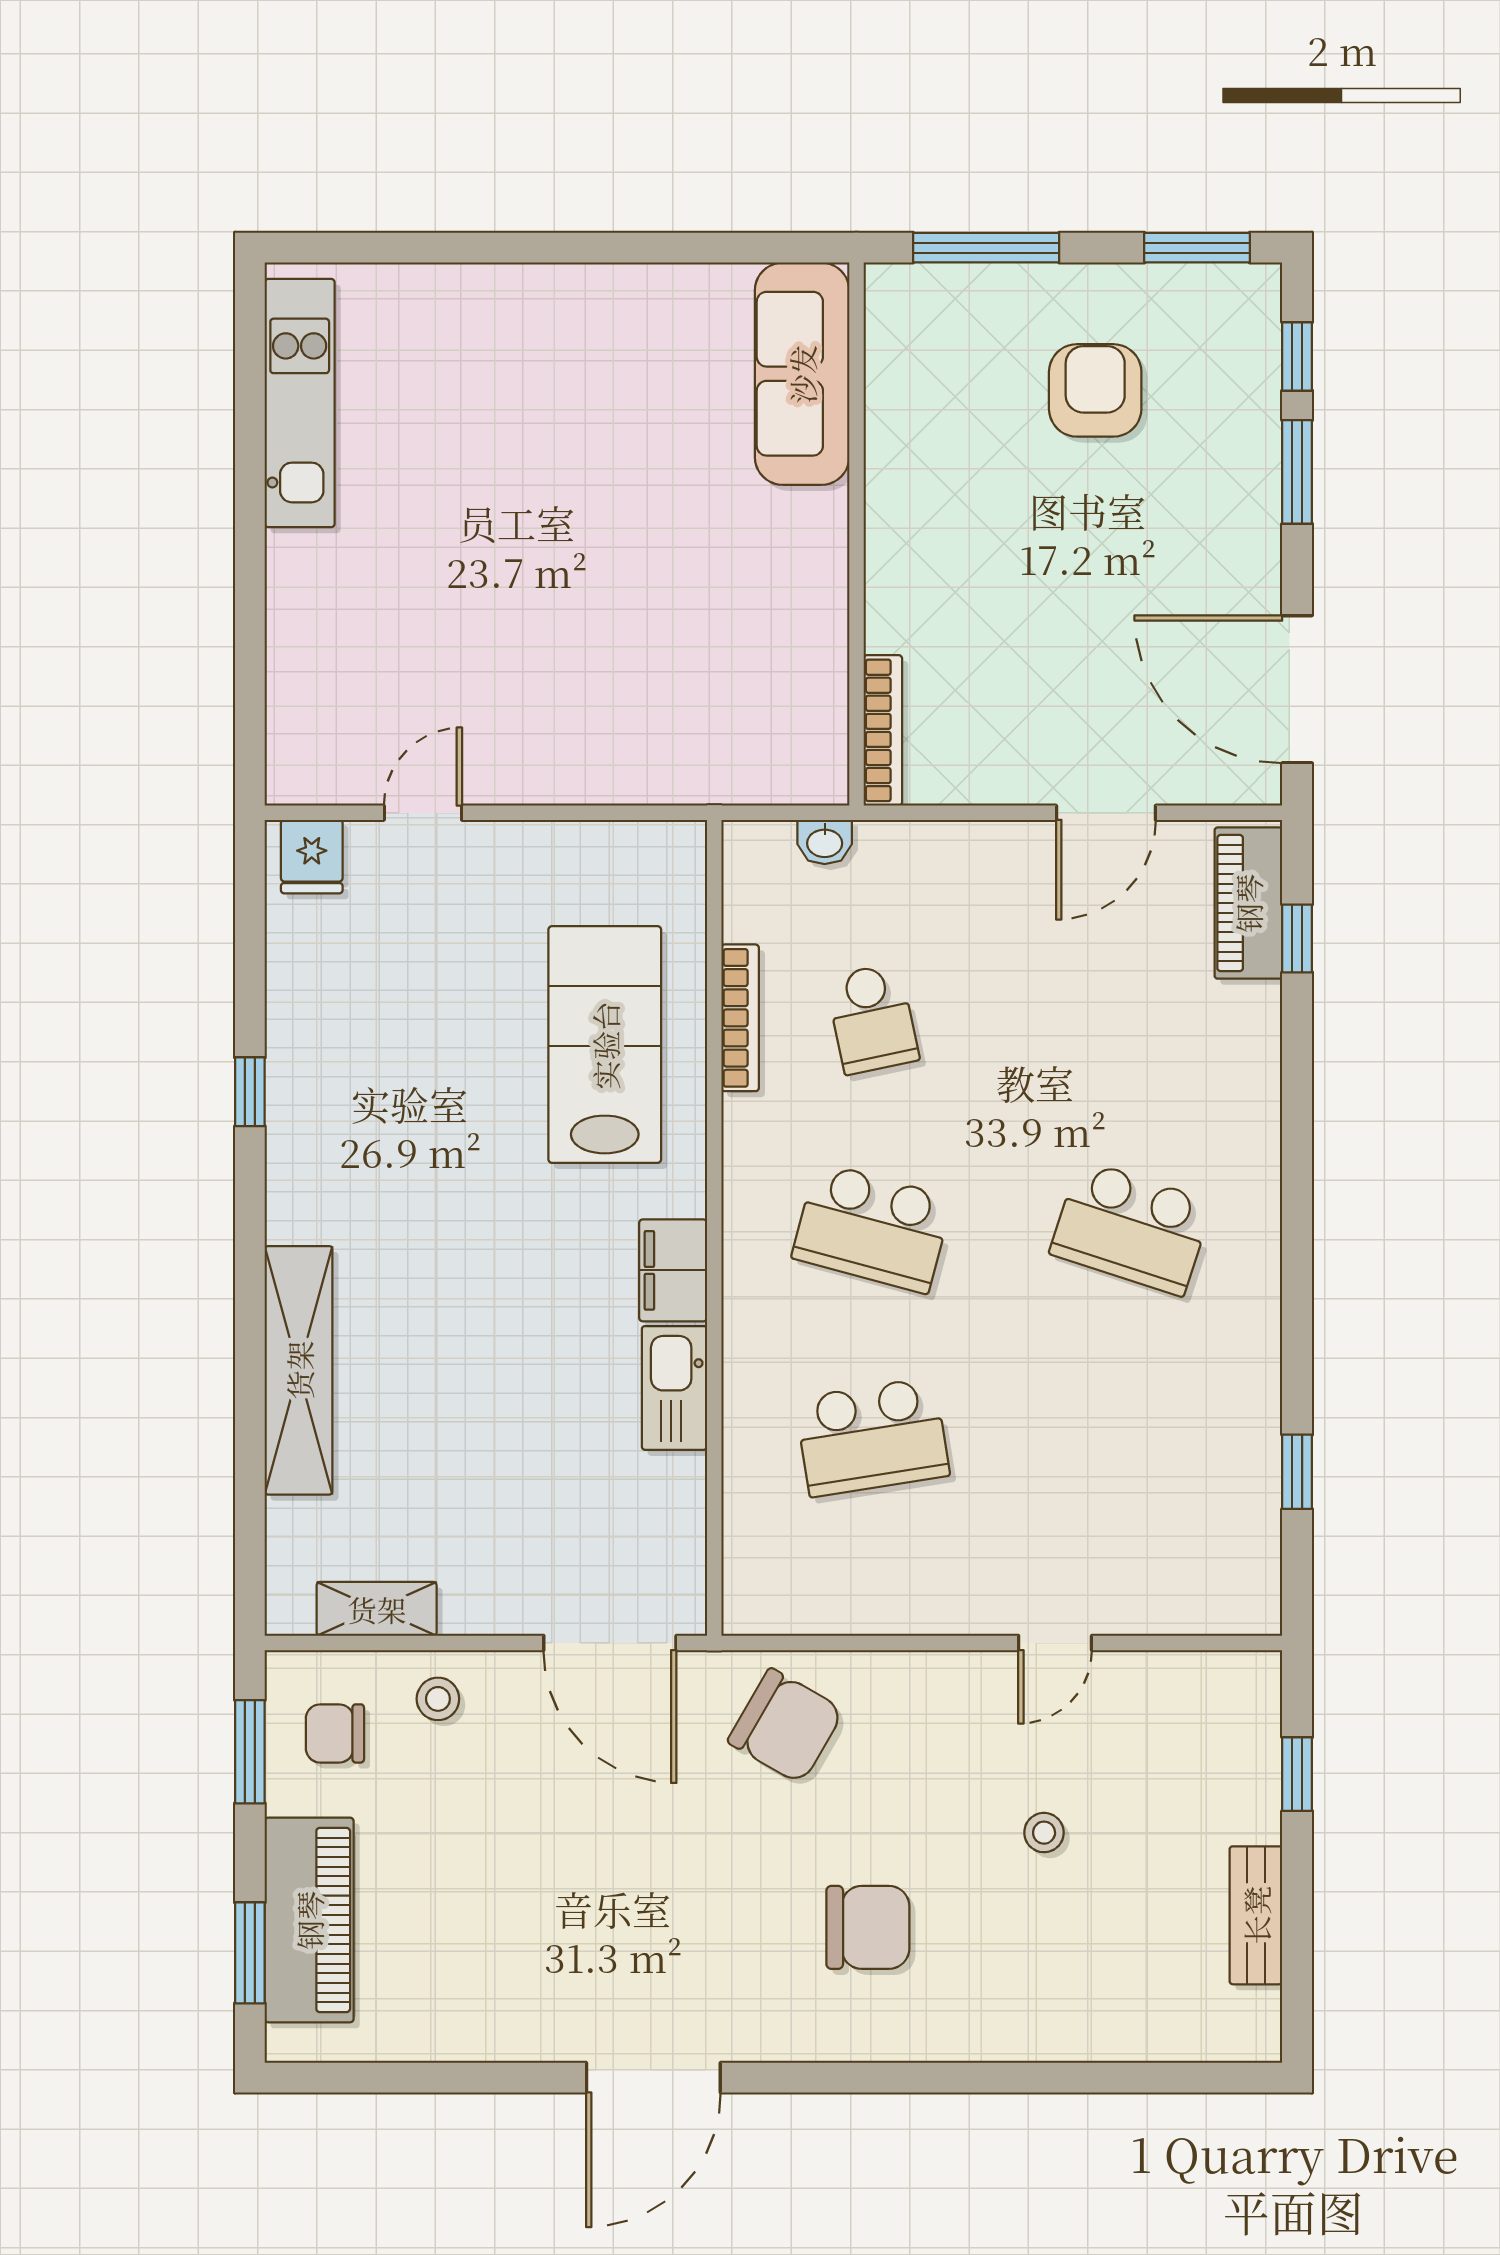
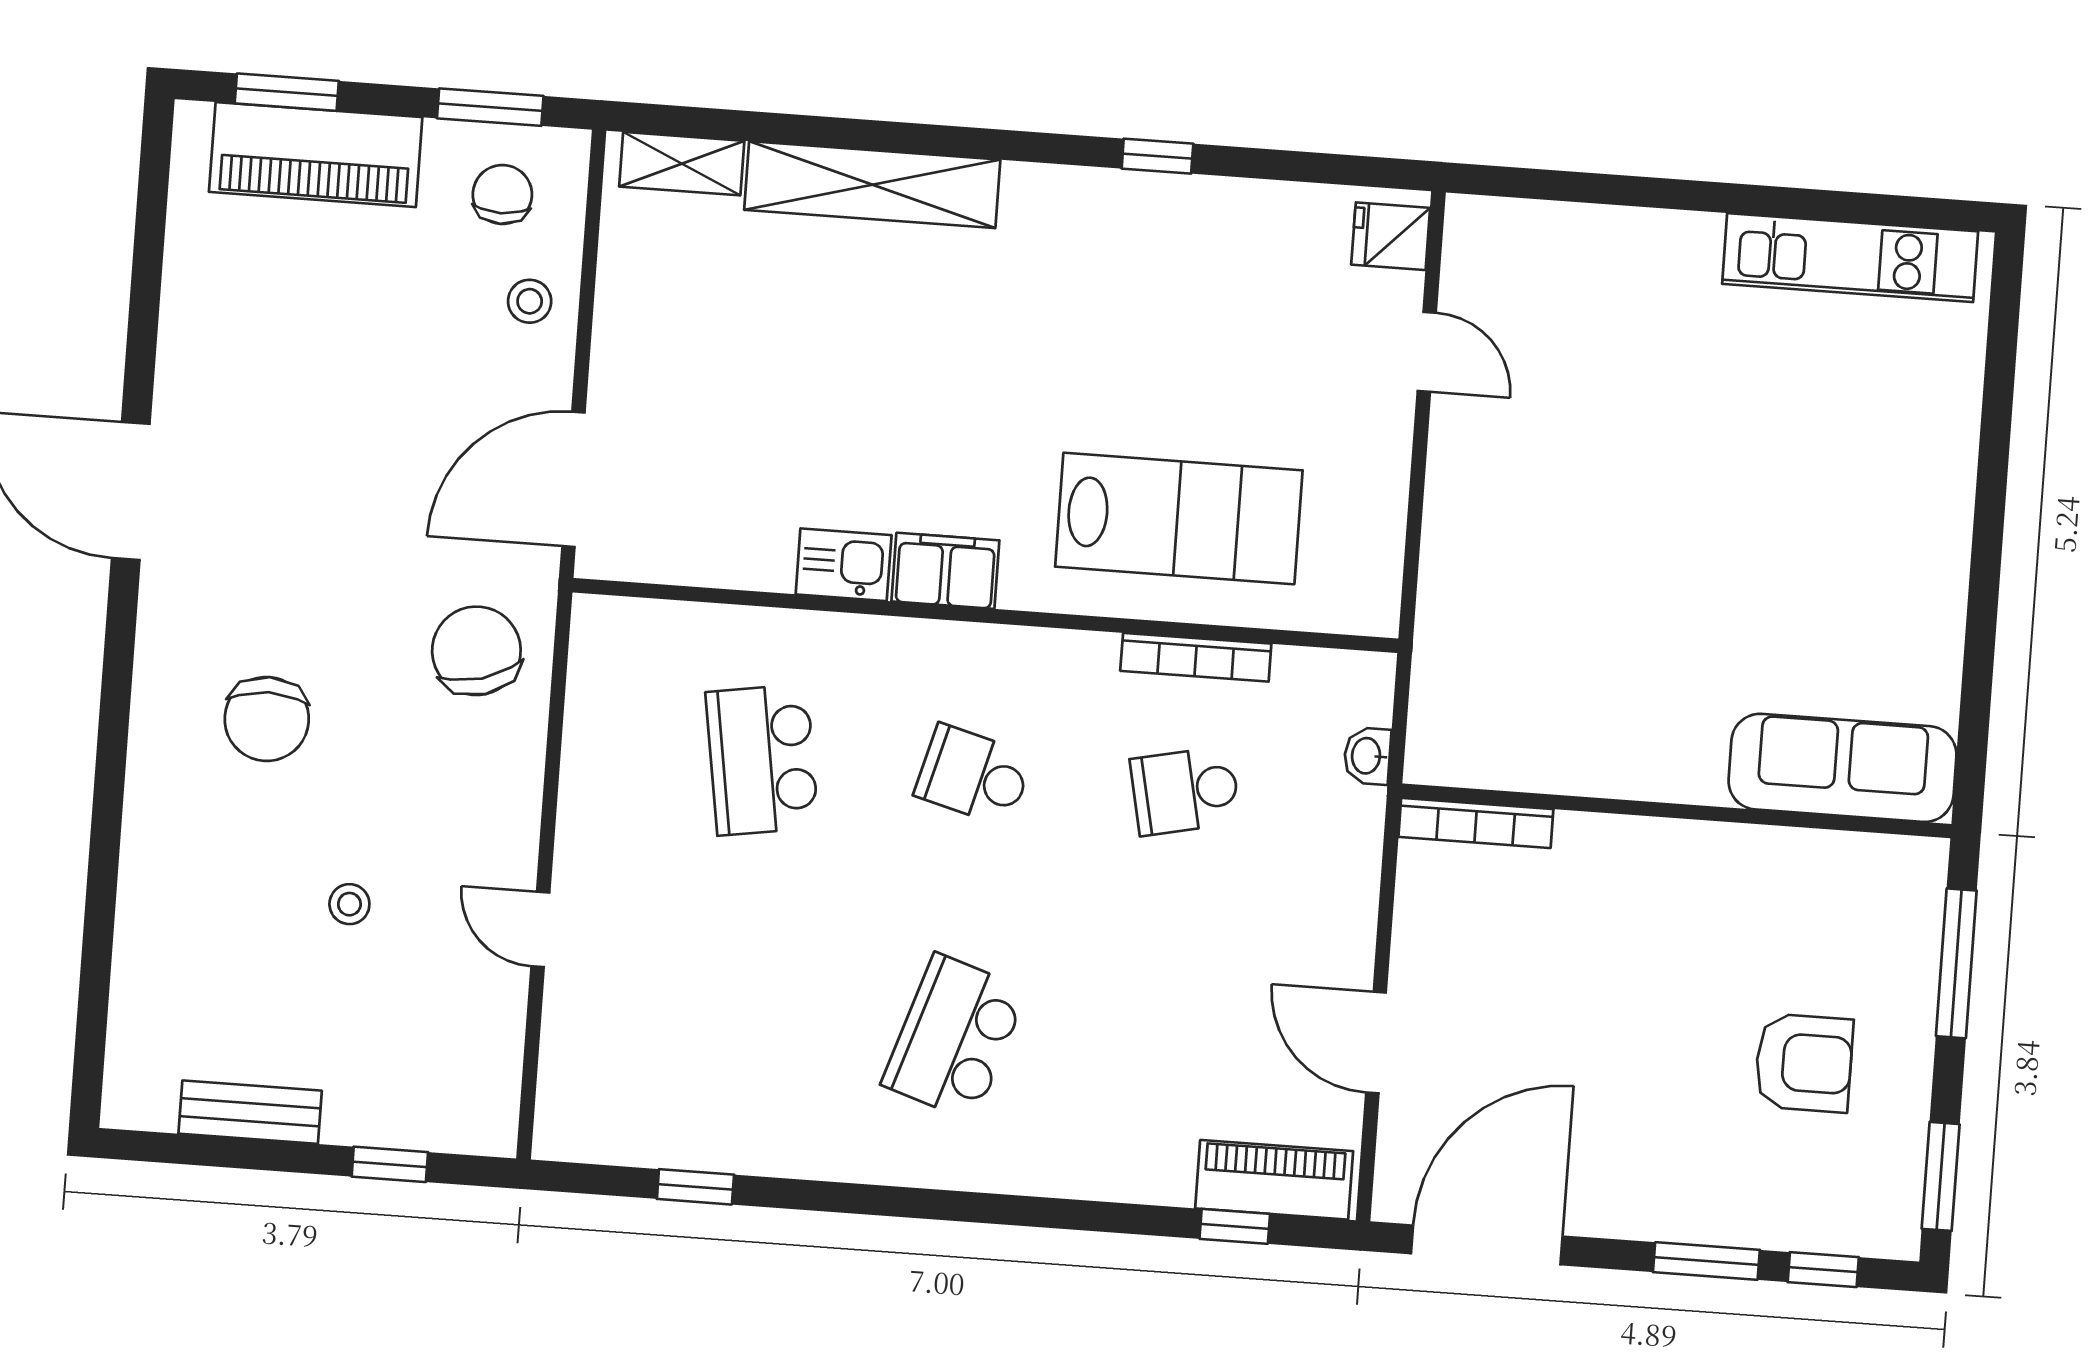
school desk: (872, 1228) -> (974, 775), width x0.54
kitchen sink: (674, 1388) -> (844, 565), width x0.73
shelving: (377, 1609) -> (682, 164), moved, turned 90
chair: (786, 1726) -> (476, 651), turned 134

